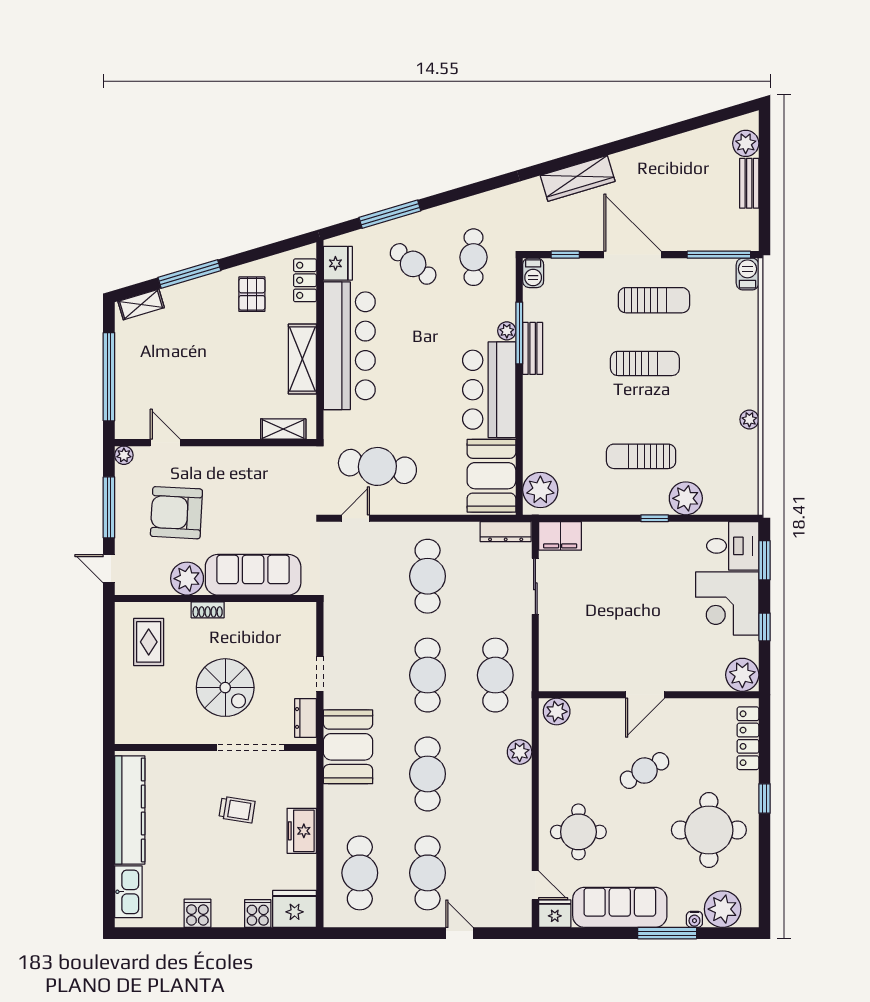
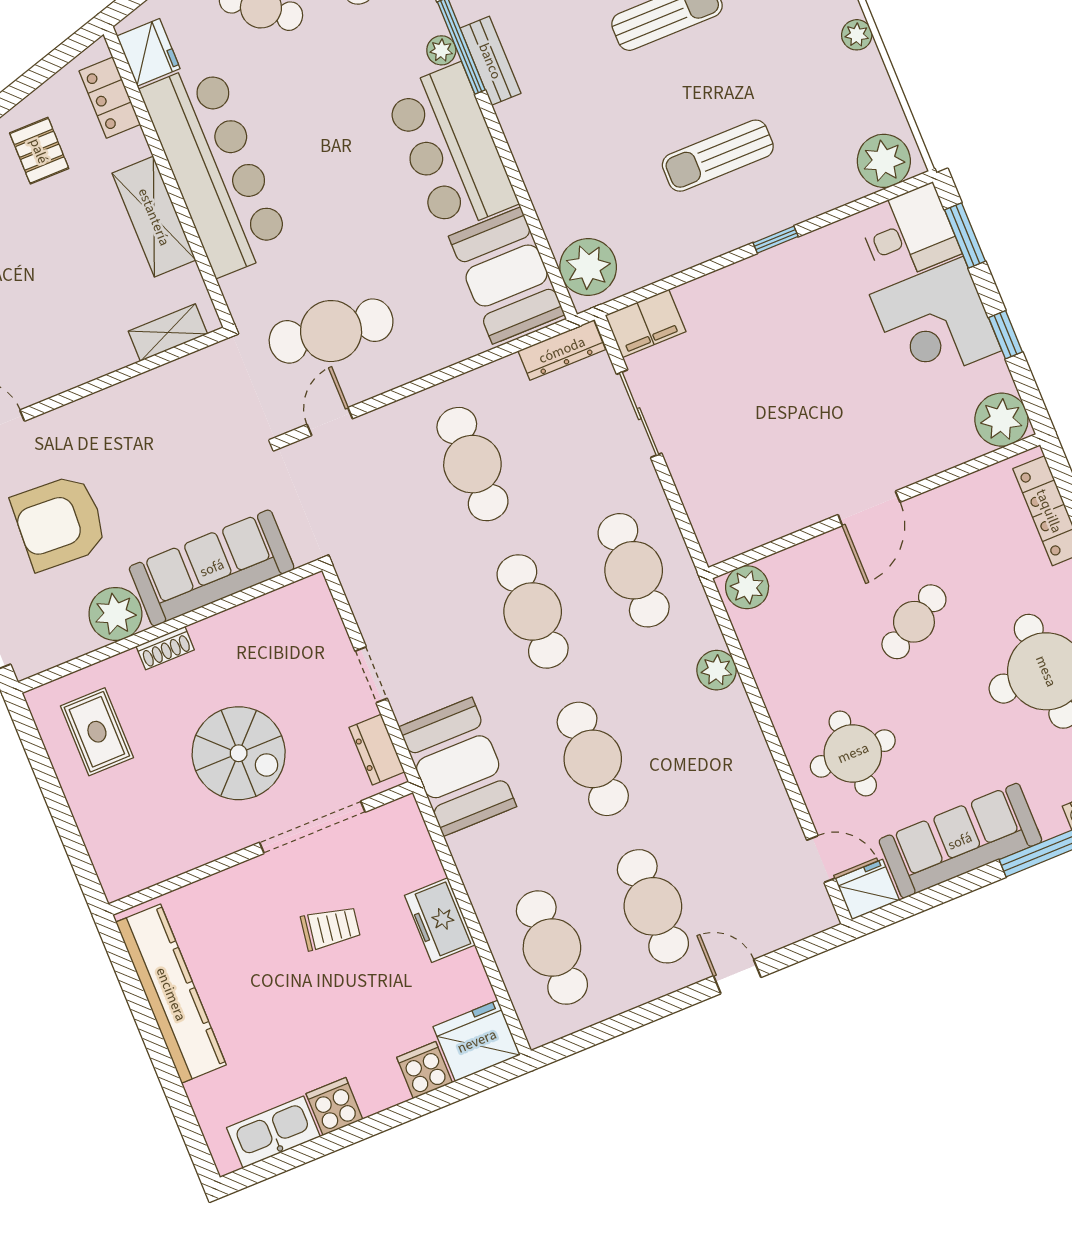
plant: (686, 498) -> (884, 161), moved
kitchen sink: (128, 892) -> (273, 1132), moved, turned -90

